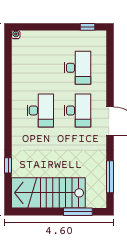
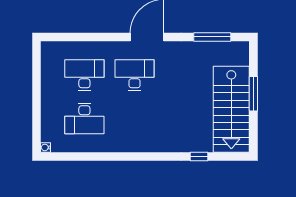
window: (88, 27) -> (36, 63), removed
desk: (40, 110) -> (84, 119), moved, turned 180
window: (78, 212) -> (253, 94), moved

